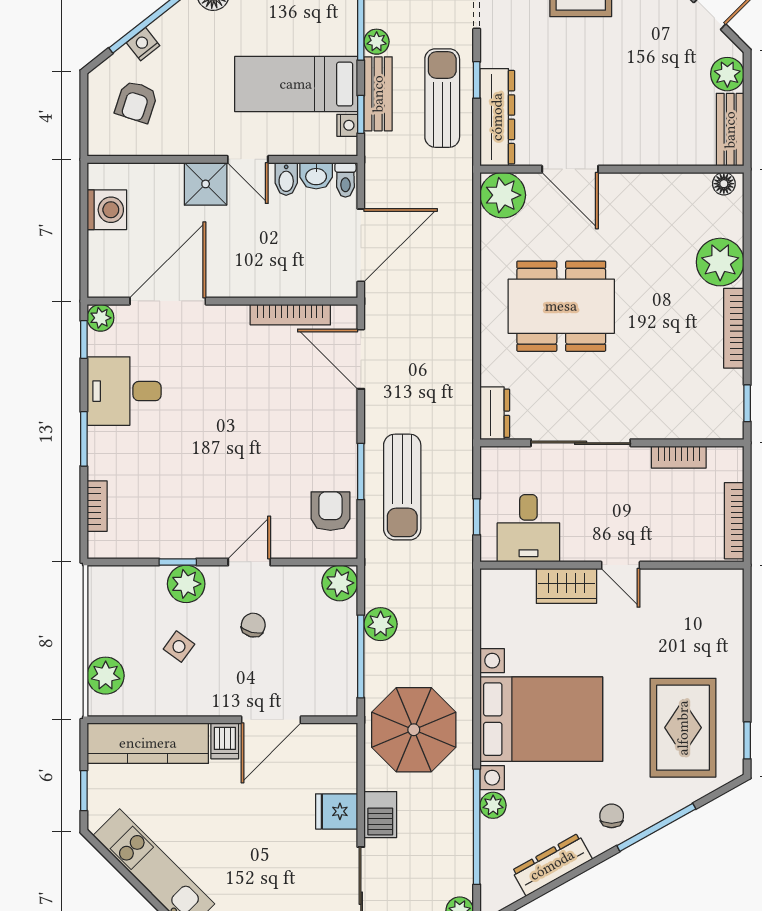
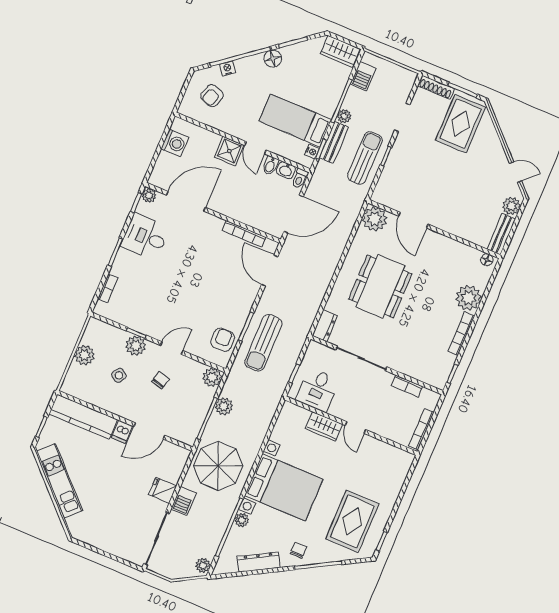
dresser: (497, 117) -> (388, 179), removed
dining table: (561, 306) -> (380, 286), turned 90
plant: (106, 676) -> (85, 355), moved

